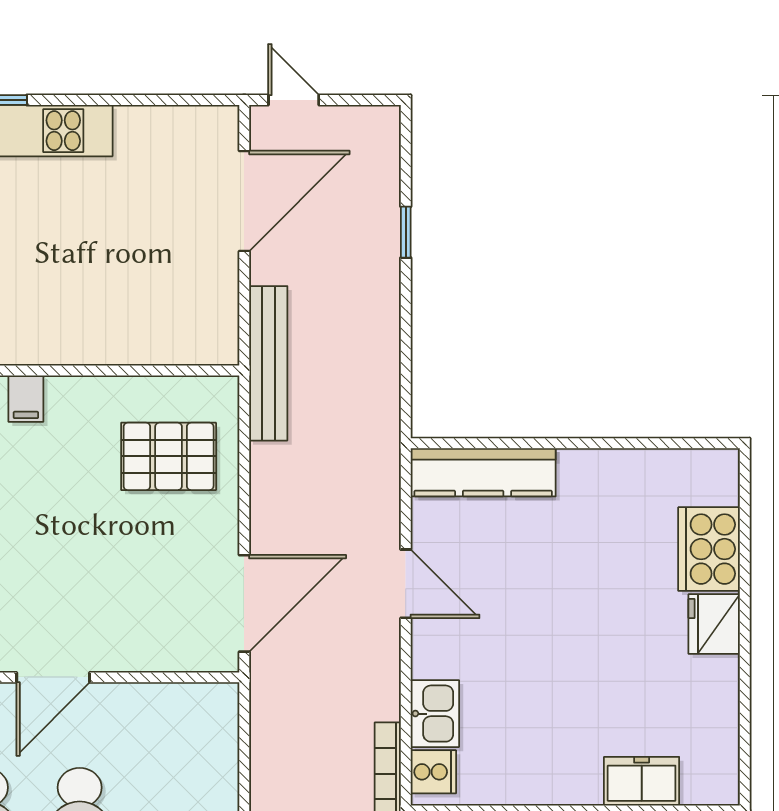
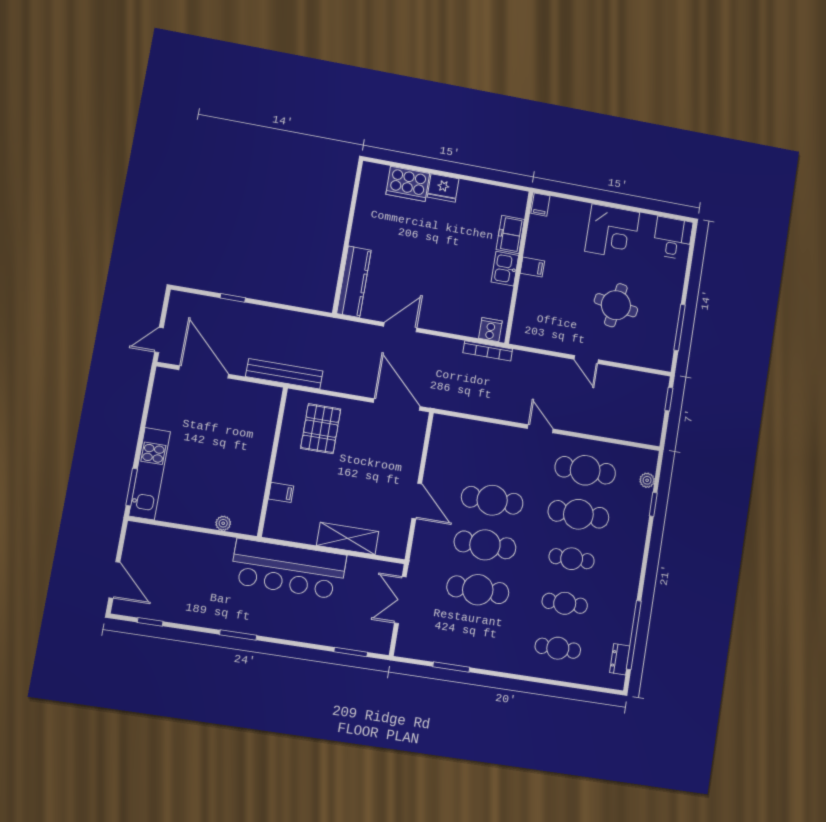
kitchen sink: (435, 714) -> (505, 269), moved, turned -90

